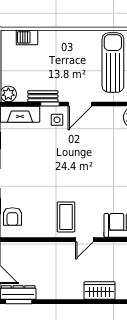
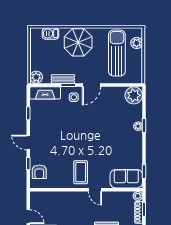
parasol: (63, 49) -> (78, 42), added
door: (84, 240) -> (95, 190), hinge flipped

